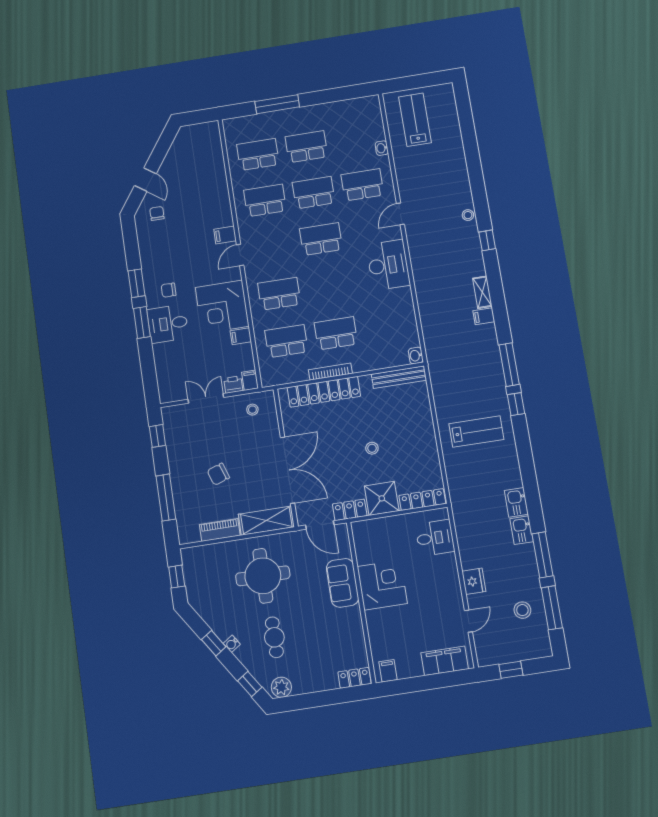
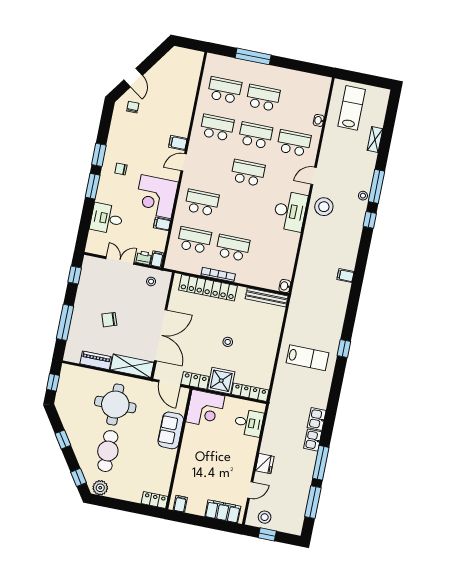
stool: (426, 245) -> (324, 207), added
shelving: (482, 292) -> (375, 140), moved
desk: (168, 324) -> (107, 218), moved
window: (509, 365) -> (376, 186), moved
corner desk: (382, 585) -> (205, 409), moved, turned 90
stool: (522, 610) -> (265, 517), moved
cafe table: (274, 637) -> (108, 451), width x1.37, depth x1.35
water cooler: (232, 644) -> (76, 445), removed

